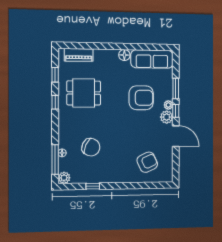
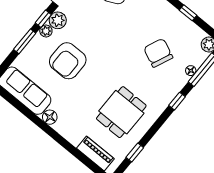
dining table: (84, 93) -> (121, 112), turned 90
armchair: (141, 98) -> (68, 61), turned -90
window: (55, 102) -> (177, 101), moved

